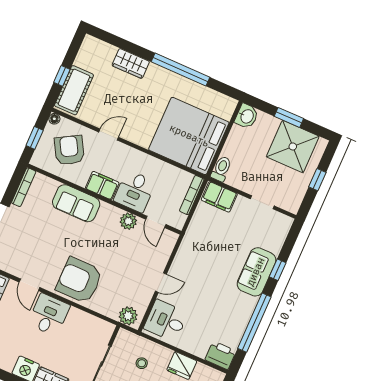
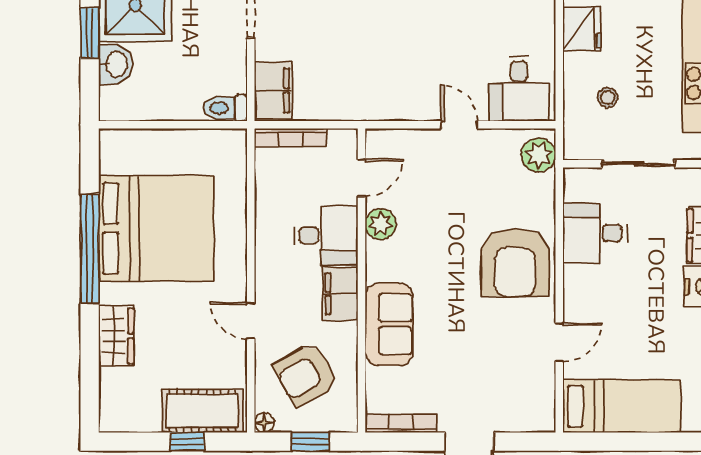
washbasin: (247, 116) -> (116, 64), moved, turned 90
bed: (189, 136) -> (156, 228), moved, turned -90
desk: (49, 315) -> (595, 233), moved

